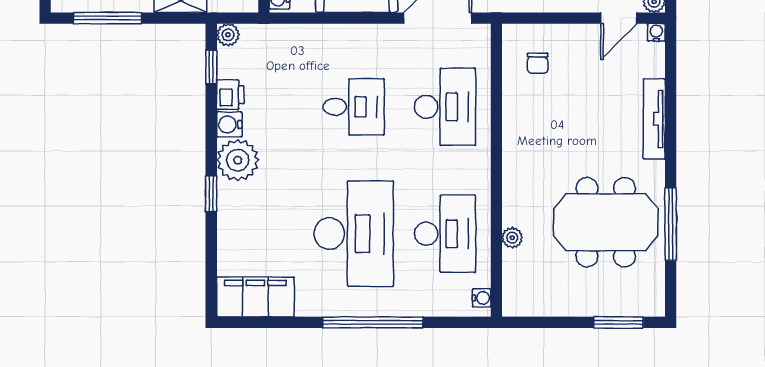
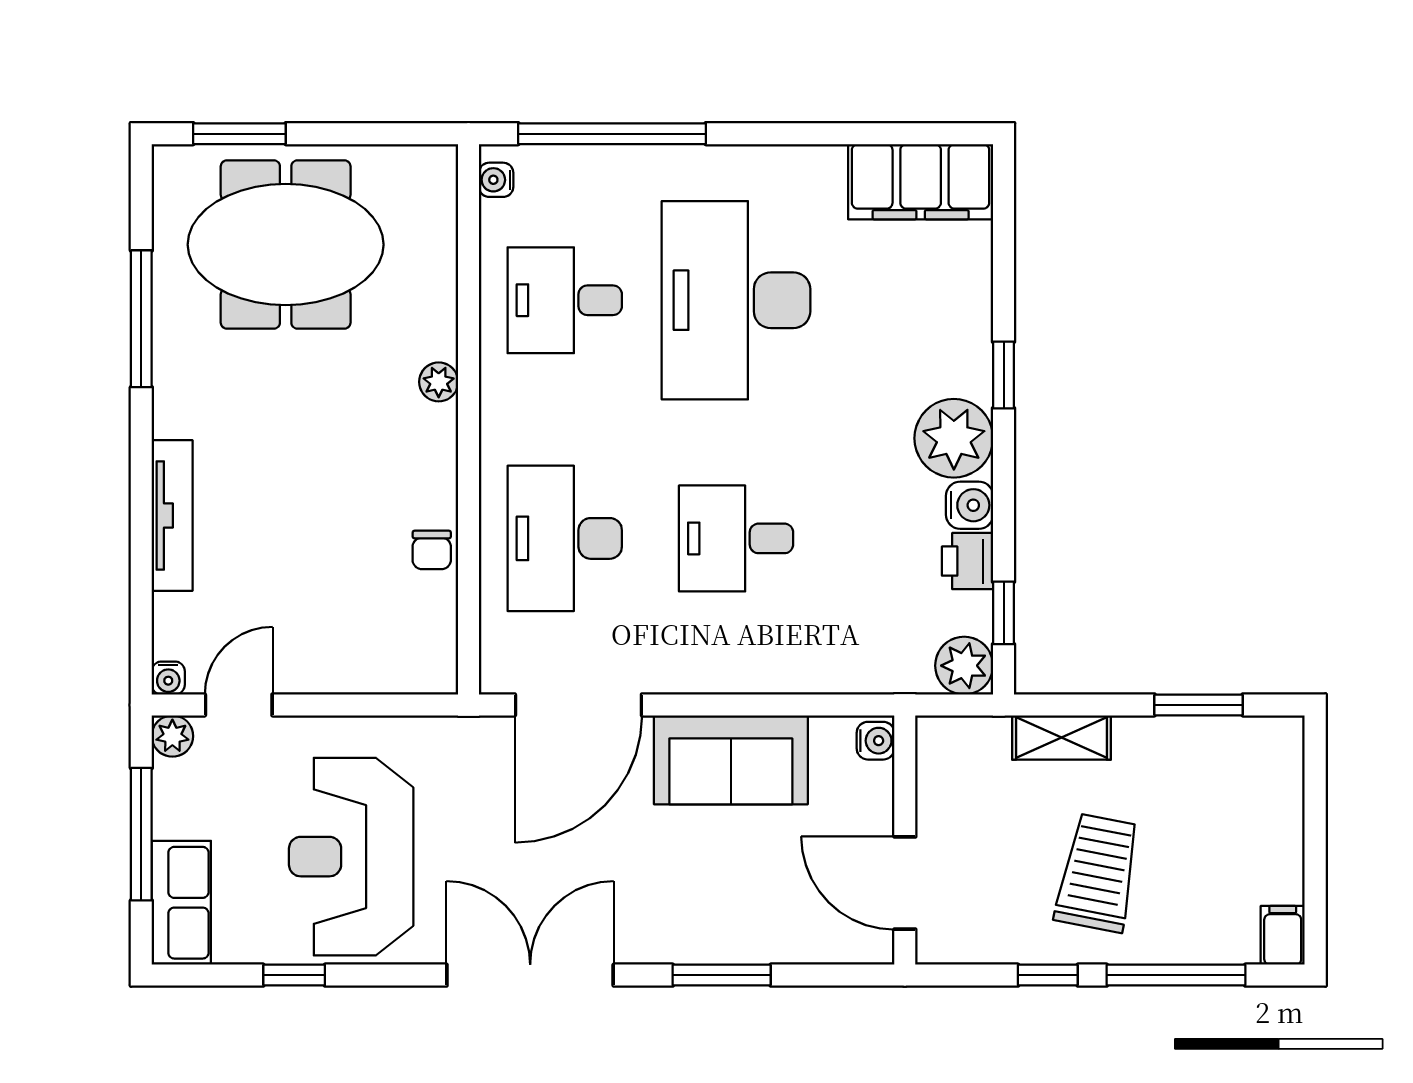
window: (107, 18) -> (1199, 705), width x0.69
plant: (228, 35) -> (964, 666), width x1.38, depth x1.38
chair: (538, 63) -> (432, 550), moved, turned 180
meeting table: (606, 222) -> (286, 245), moved
desk: (445, 234) -> (565, 300), width x0.73
plant: (512, 238) -> (439, 382), moved
window: (373, 322) -> (612, 134), moved

